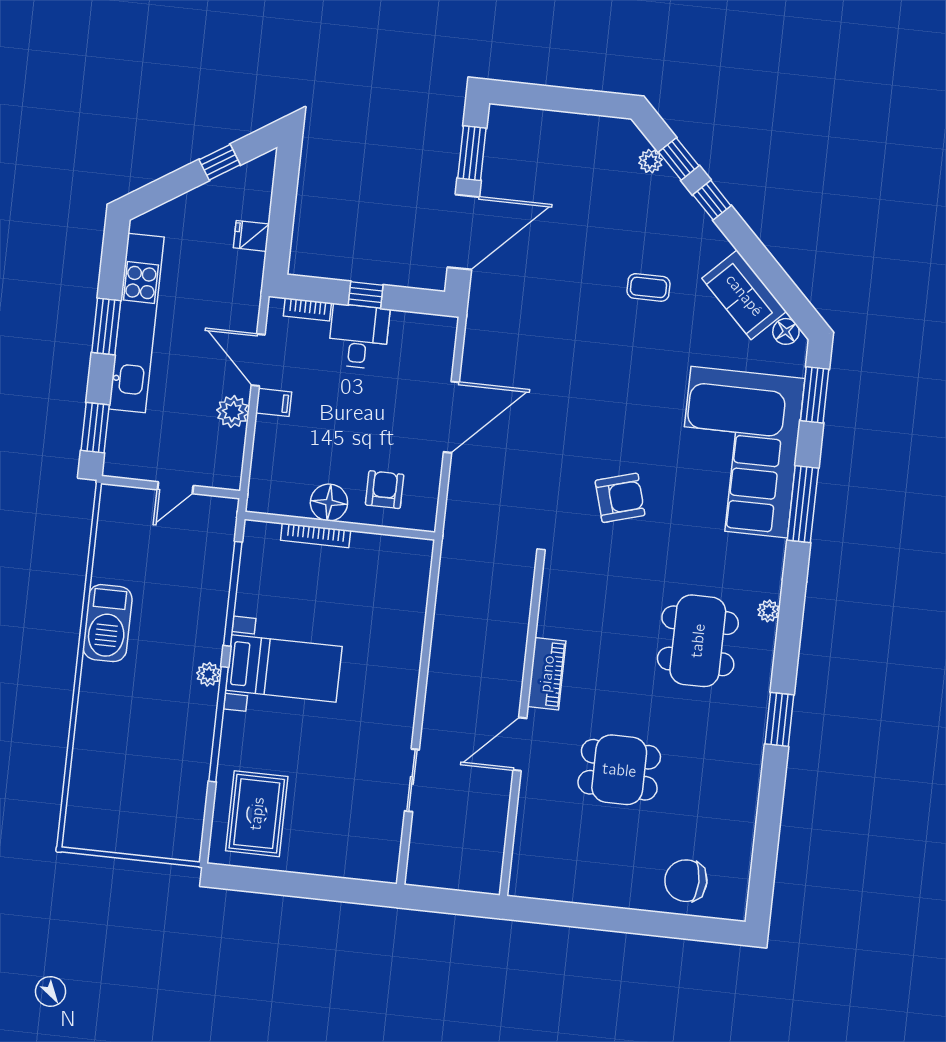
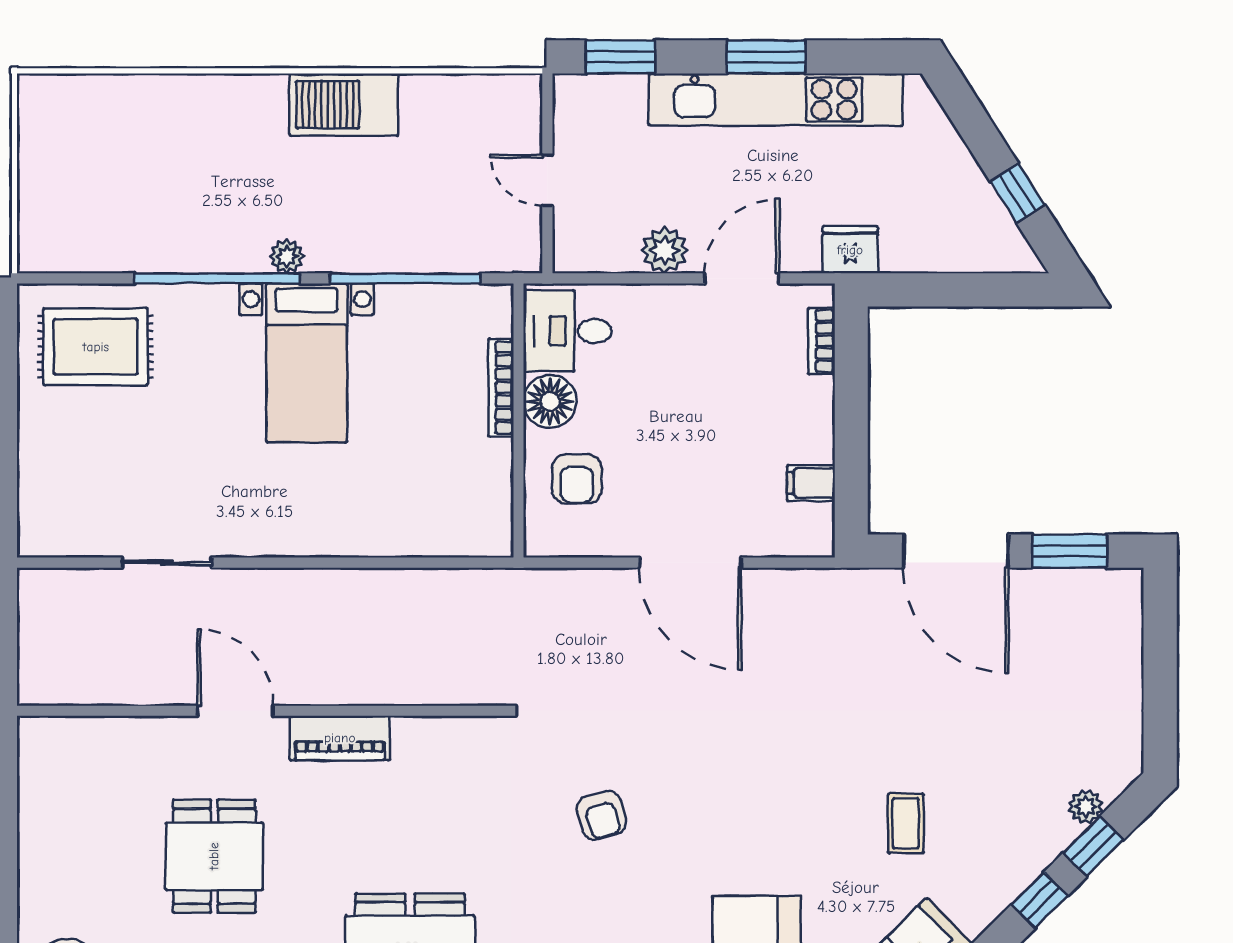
fridge: (251, 236) -> (850, 250), moved, width x1.38
window: (366, 295) -> (851, 422), removed
desk: (359, 337) -> (567, 331), moved, turned 180
filing cabinet: (274, 402) -> (811, 483), moved, turned 90
armchair: (385, 490) -> (577, 479), turned 90
armchair: (620, 498) -> (602, 815), width x0.72, depth x0.72

